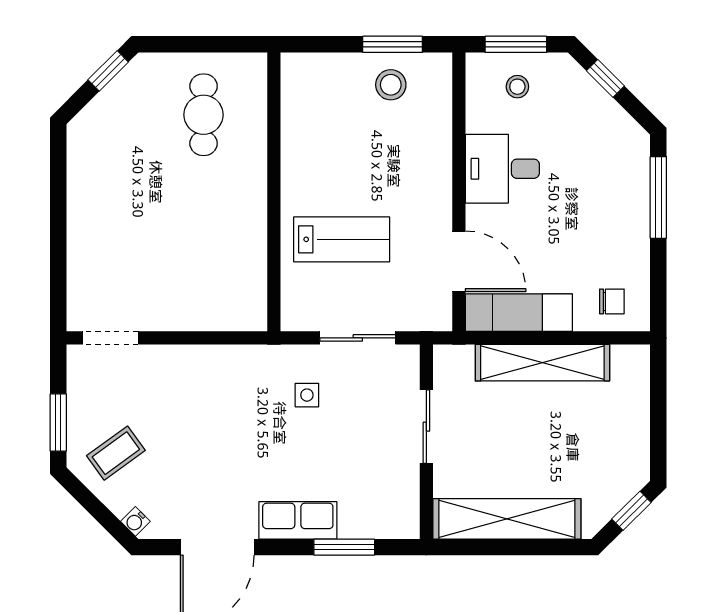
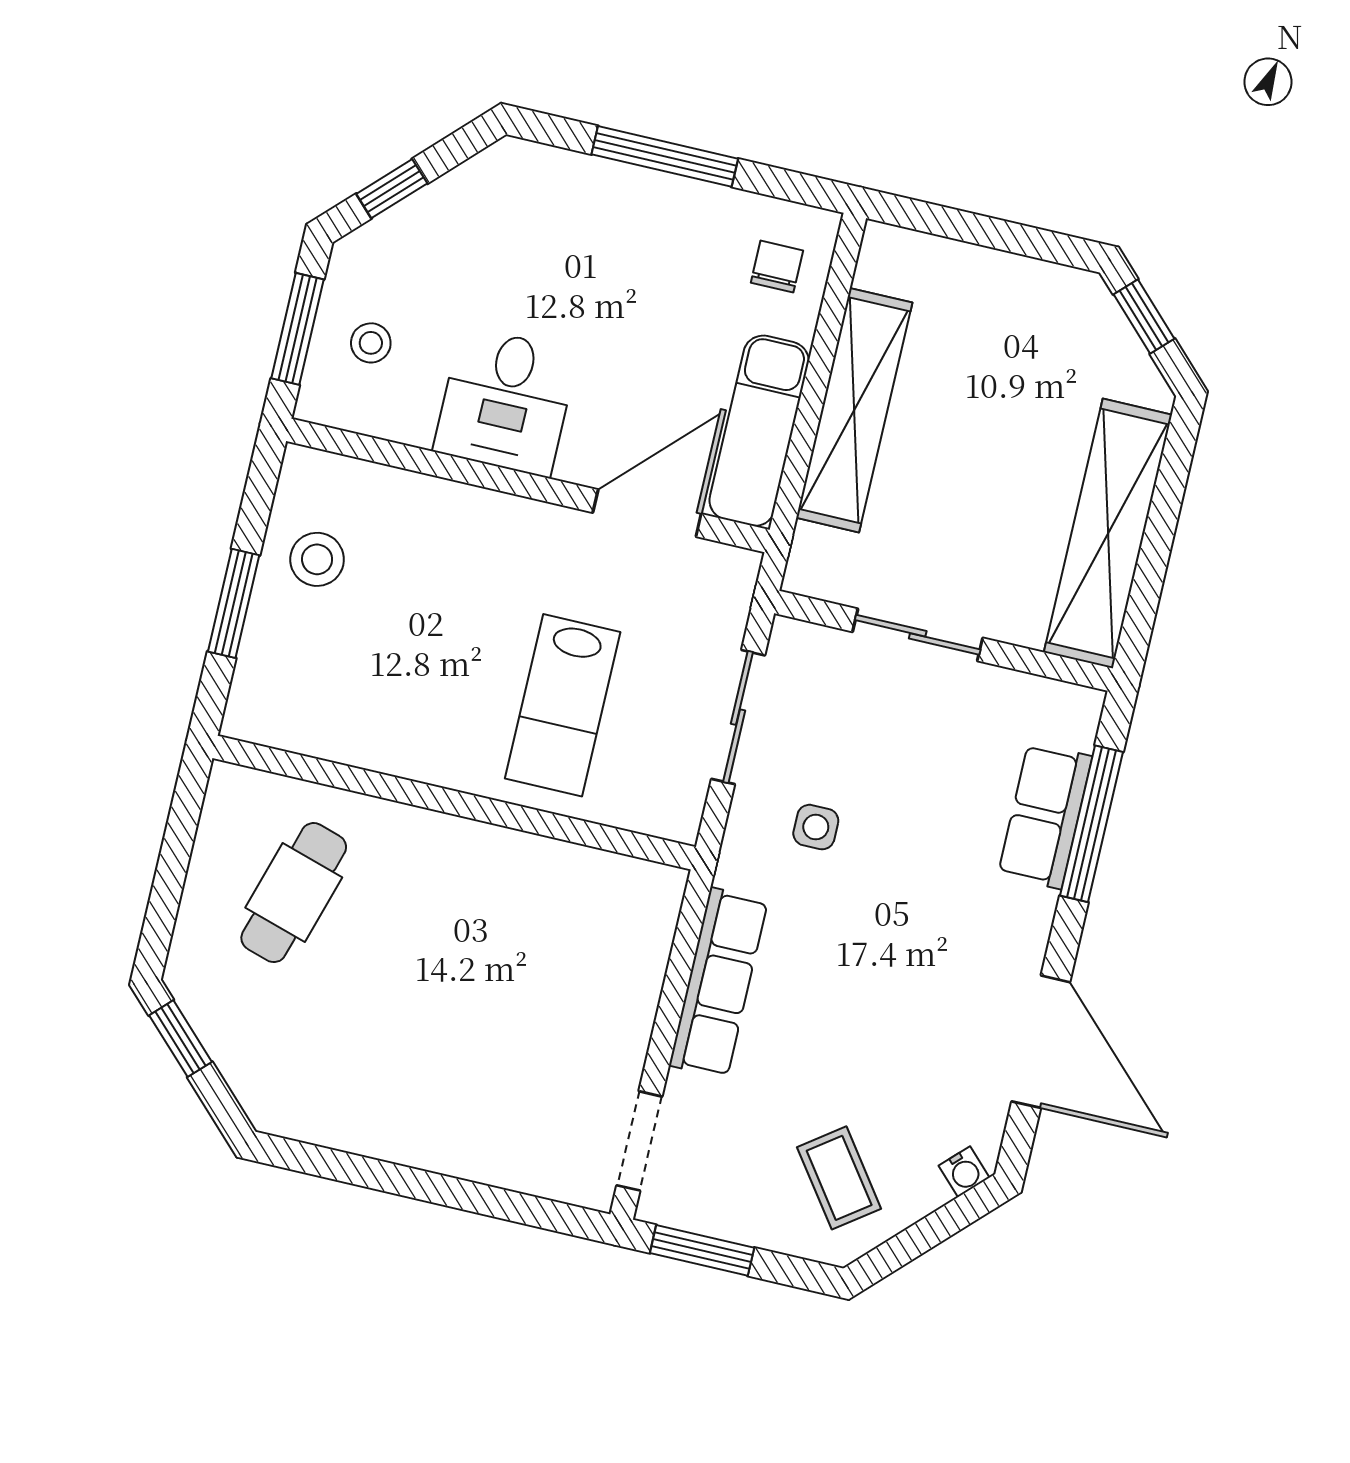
window: (393, 44) -> (234, 603), moved
cafe table: (204, 115) -> (294, 893), turned -73
window: (658, 197) -> (665, 156), moved
lab bench: (342, 239) -> (563, 705), turned 180
row of seats: (208, 361) -> (718, 983), added
window: (58, 422) -> (702, 1250), moved
row of seats: (298, 520) -> (1045, 816), moved
window: (344, 547) -> (1092, 824), width x1.44

